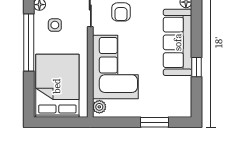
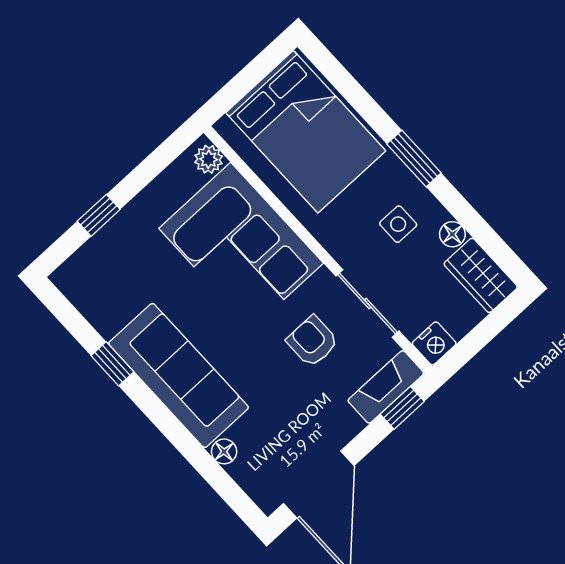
window: (29, 43) -> (414, 158), width x0.47
window: (155, 122) -> (99, 215), width x0.67

